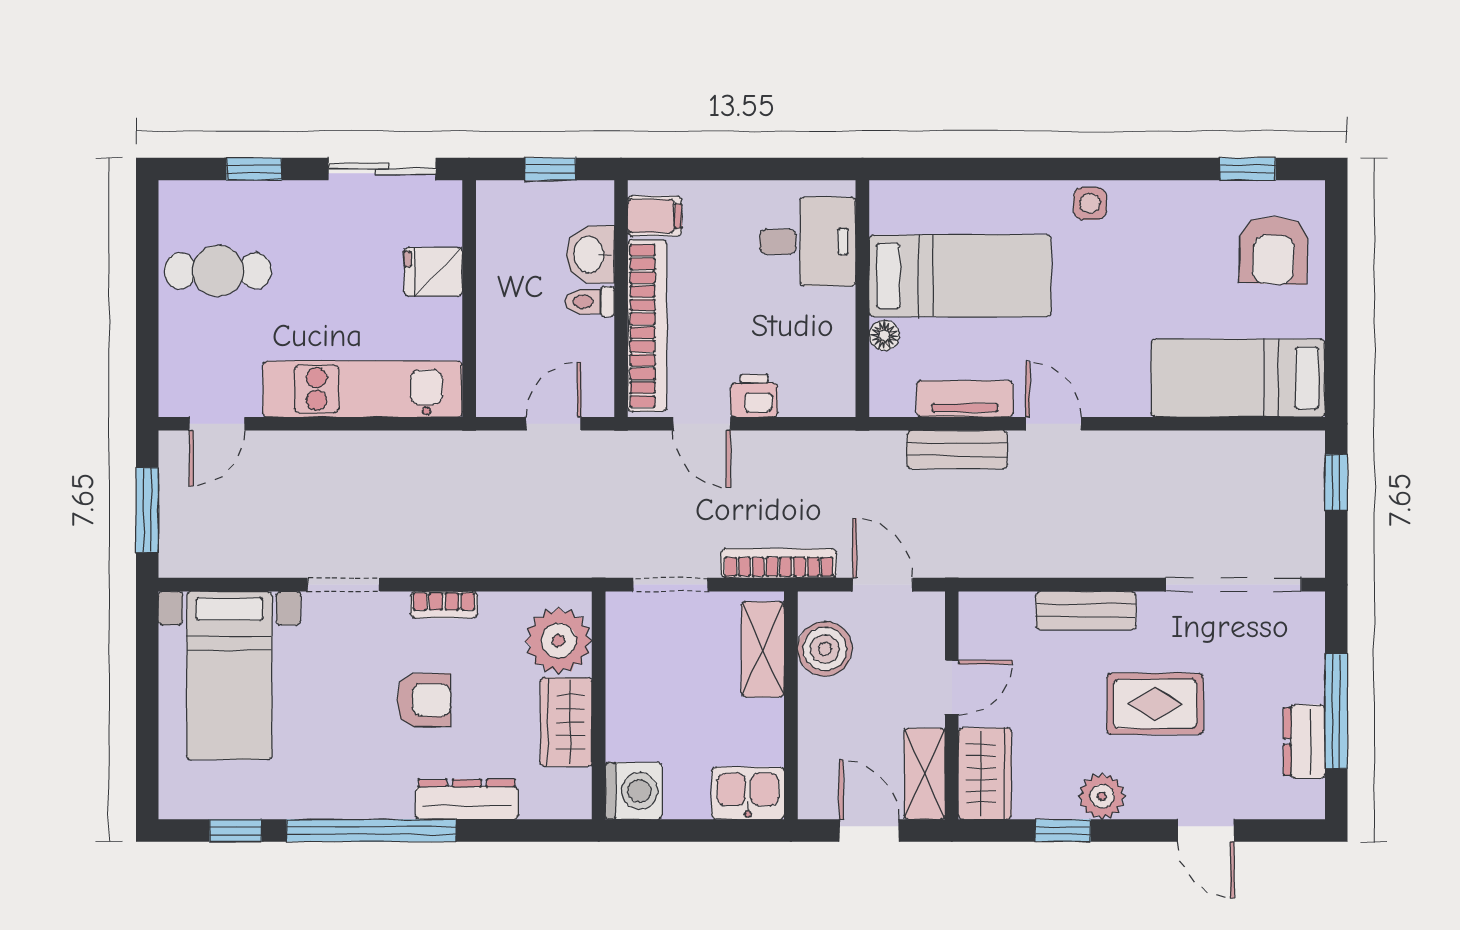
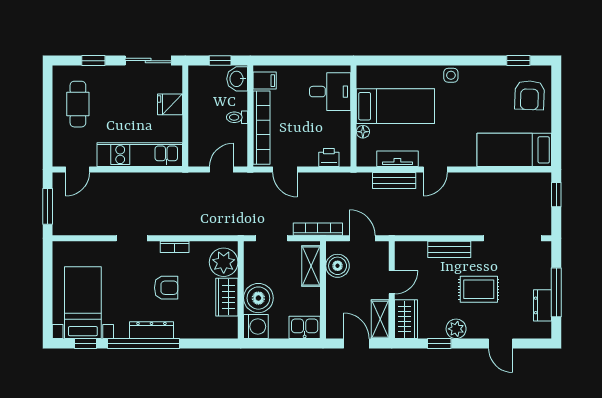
washbasin: (590, 255) -> (237, 79), moved
cafe table: (218, 271) -> (78, 104), turned 90
printer: (754, 396) -> (329, 157), moved
door: (1053, 424) -> (435, 169), swing flipped
bed with nightstands: (230, 676) -> (83, 303), moved, turned 180
boiler: (640, 724) -> (258, 298), added
dresser: (467, 799) -> (151, 330), moved

